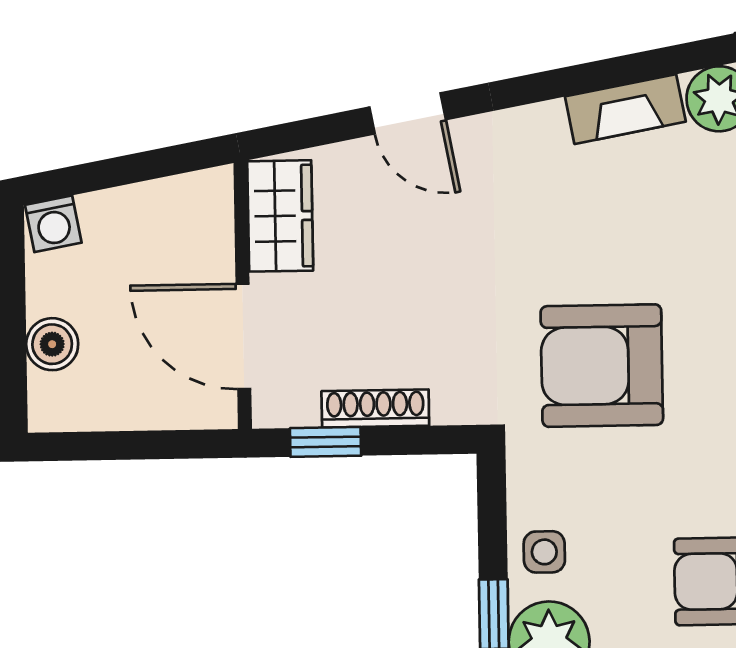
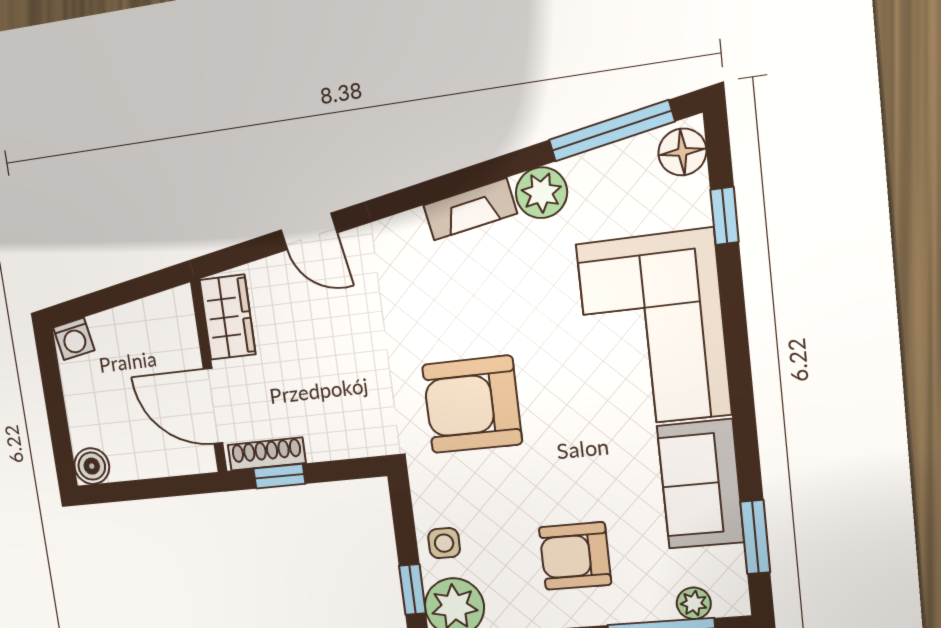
boiler: (52, 344) -> (92, 466), moved
shoe rack: (375, 408) -> (267, 454), moved

